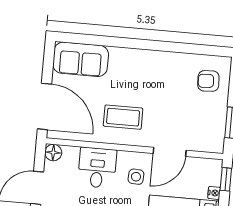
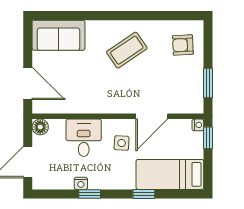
door: (44, 106) -> (28, 83), width x0.73
coffee table: (123, 117) -> (127, 50), moved, turned -34
nightstand: (214, 193) -> (198, 125), moved

